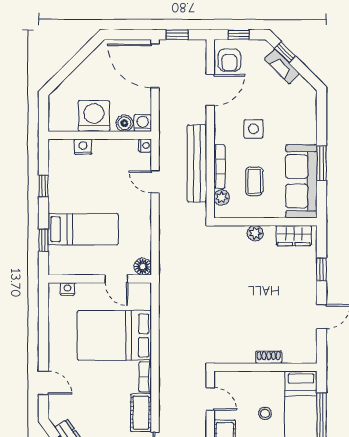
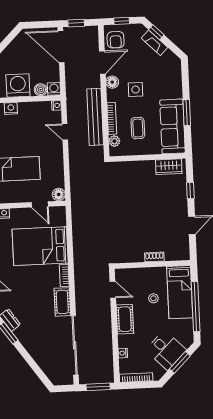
floor lamp: (222, 117) -> (112, 82), added
plant: (255, 233) -> (140, 166), removed

